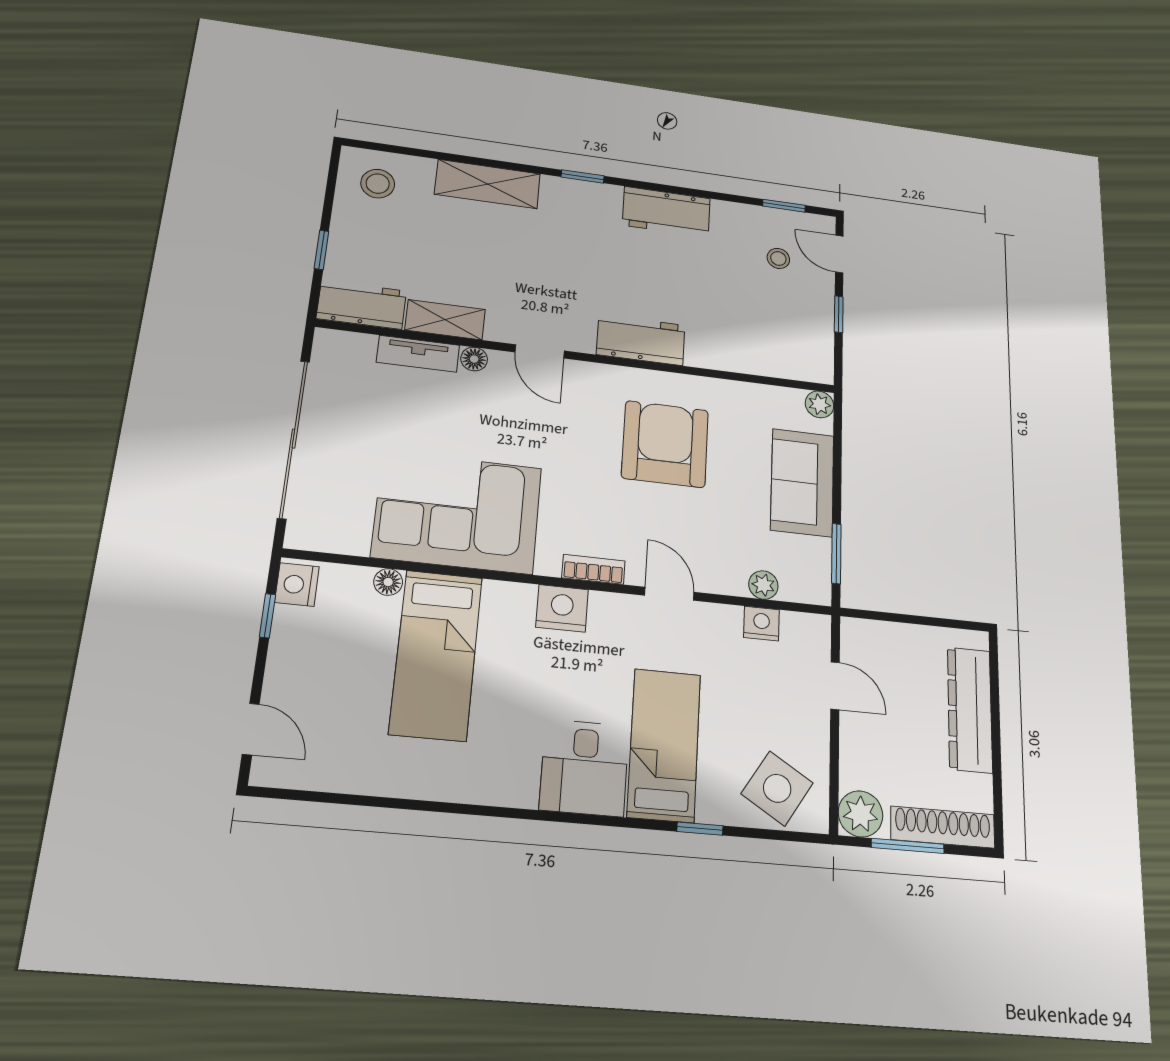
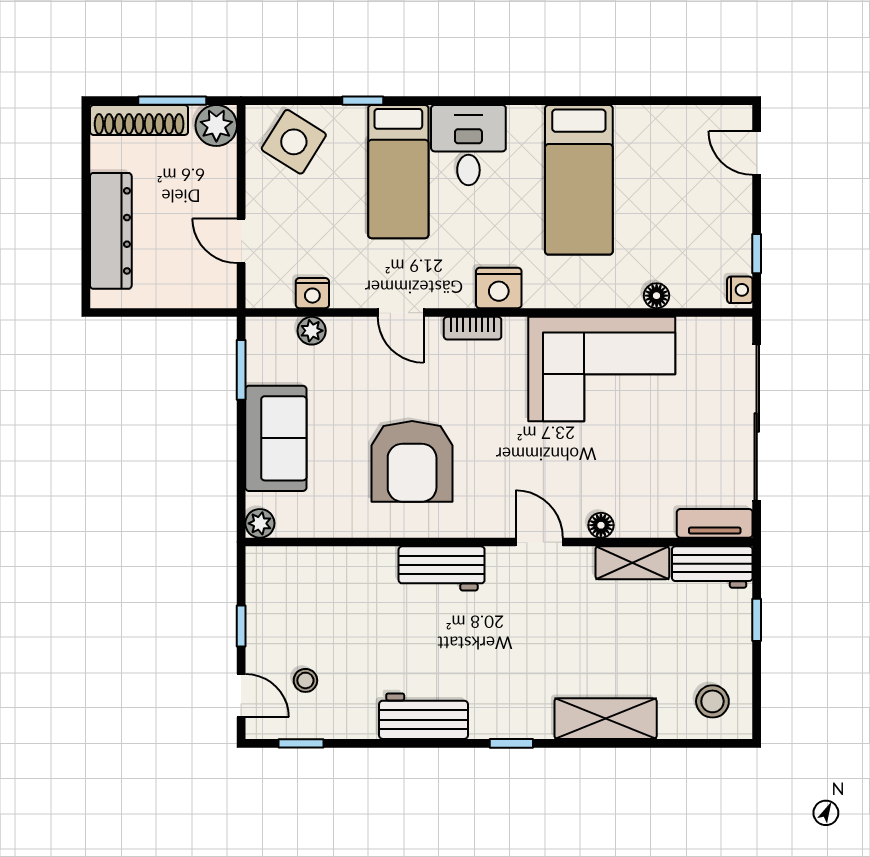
tv unit: (418, 354) -> (715, 523), moved
nightstand: (297, 585) -> (740, 290), width x0.72, depth x0.74
bed: (436, 655) -> (579, 180), moved, turned 180

